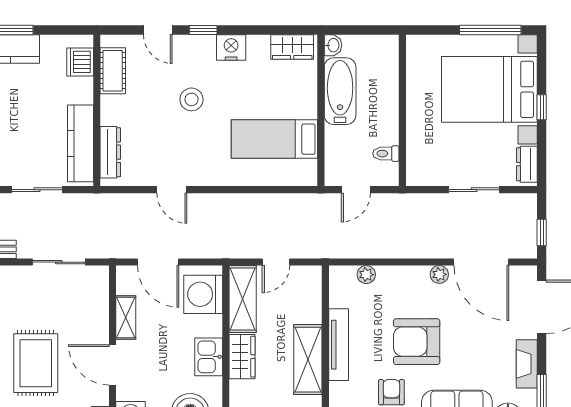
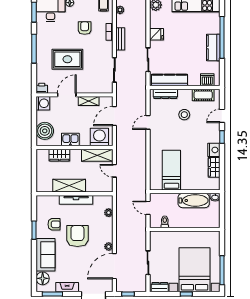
wardrobe: (292, 47) -> (214, 167), moved
stool: (191, 99) -> (184, 115), moved
wardrobe: (242, 357) -> (59, 155), moved

